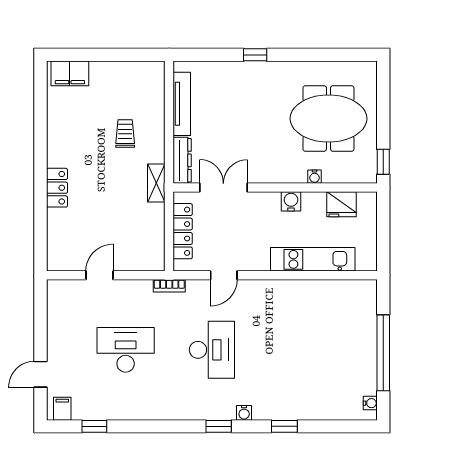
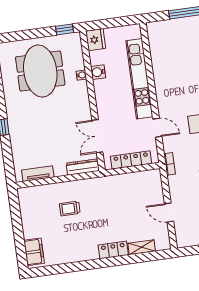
tv unit: (182, 104) -> (38, 174), width x0.71
shelving: (156, 183) -> (142, 247), moved
water cooler: (291, 201) -> (98, 72), moved
fridge: (341, 204) -> (96, 40), moved
kitchen unit: (313, 259) -> (139, 79), width x1.36

